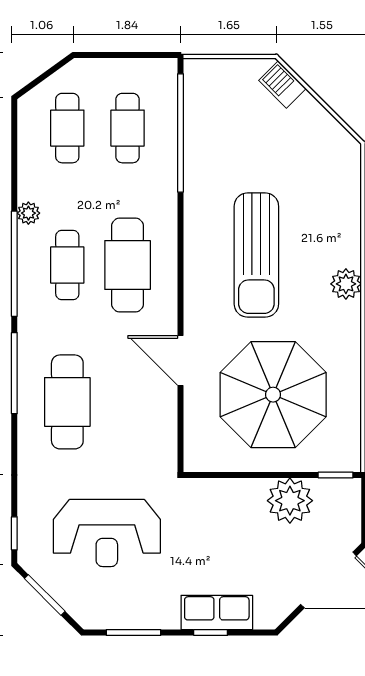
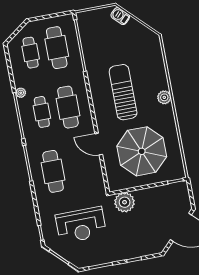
cafe table: (128, 128) -> (57, 48), width x1.37, depth x1.35
sun lounger: (256, 255) -> (123, 92), turned 180
plant: (290, 501) -> (125, 202), moved
row of seats: (217, 612) -> (135, 250), removed

